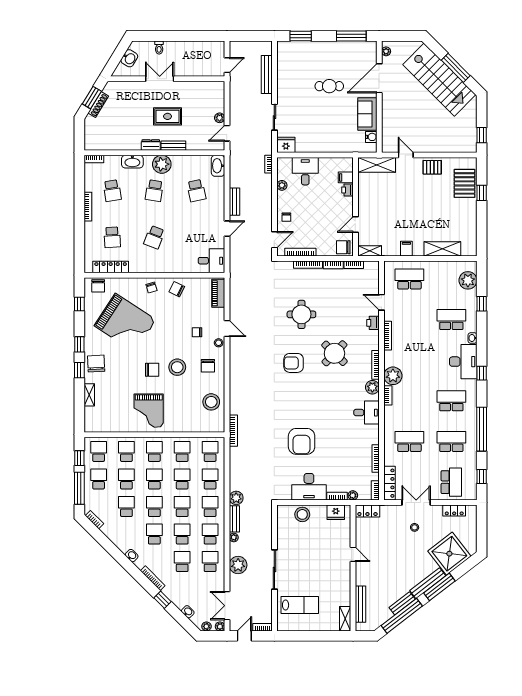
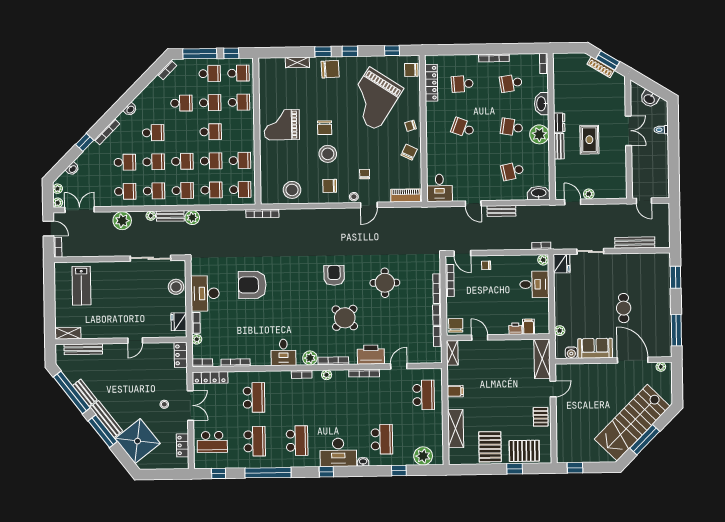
plant: (350, 148) -> (560, 331), added
plant: (282, 185) -> (543, 260), moved
pallet: (460, 216) -> (490, 447), added
printer: (373, 323) -> (371, 355), width x1.87, depth x1.48
plant: (393, 376) -> (327, 375), width x0.53, depth x0.53
school desk: (154, 451) -> (239, 131), removed
school desk: (154, 506) -> (182, 132), removed
sliding door: (274, 570) -> (151, 258), moved

